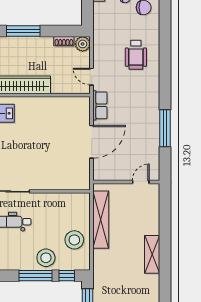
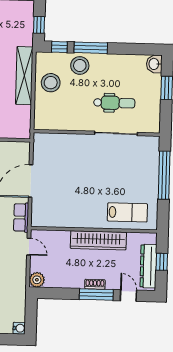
shoe rack: (64, 41) -> (95, 284), moved
shelving: (101, 220) -> (24, 76), moved

